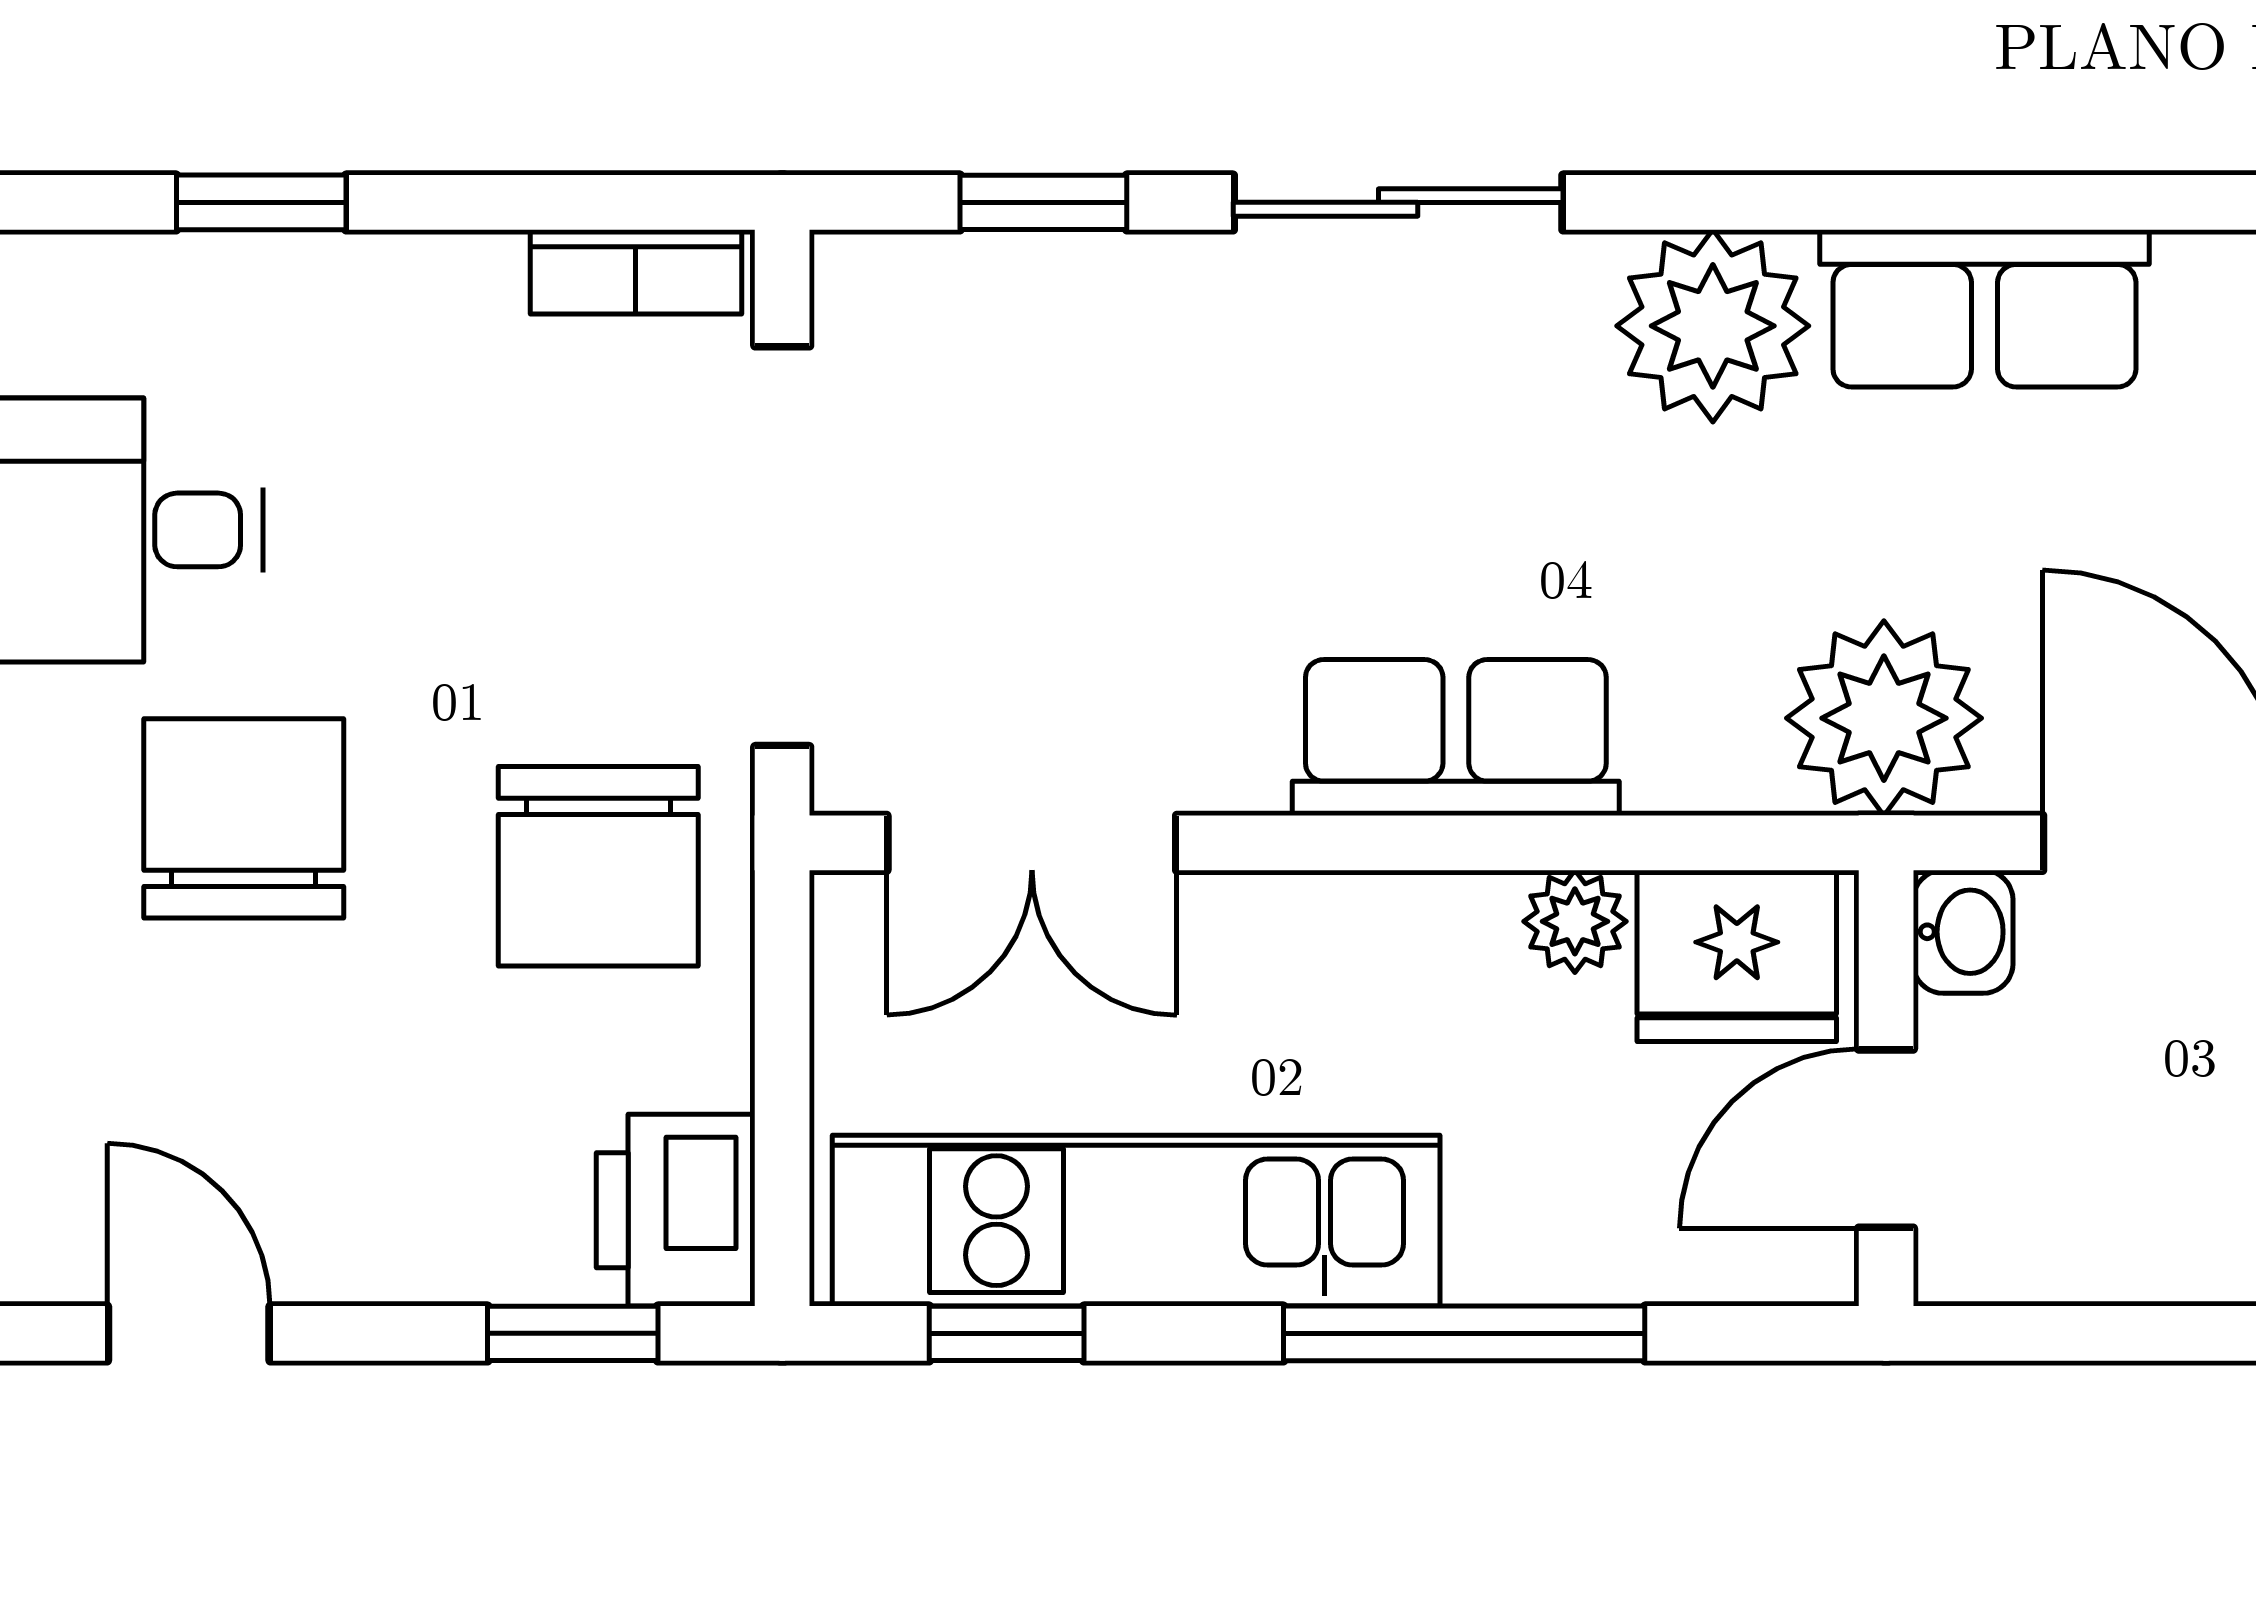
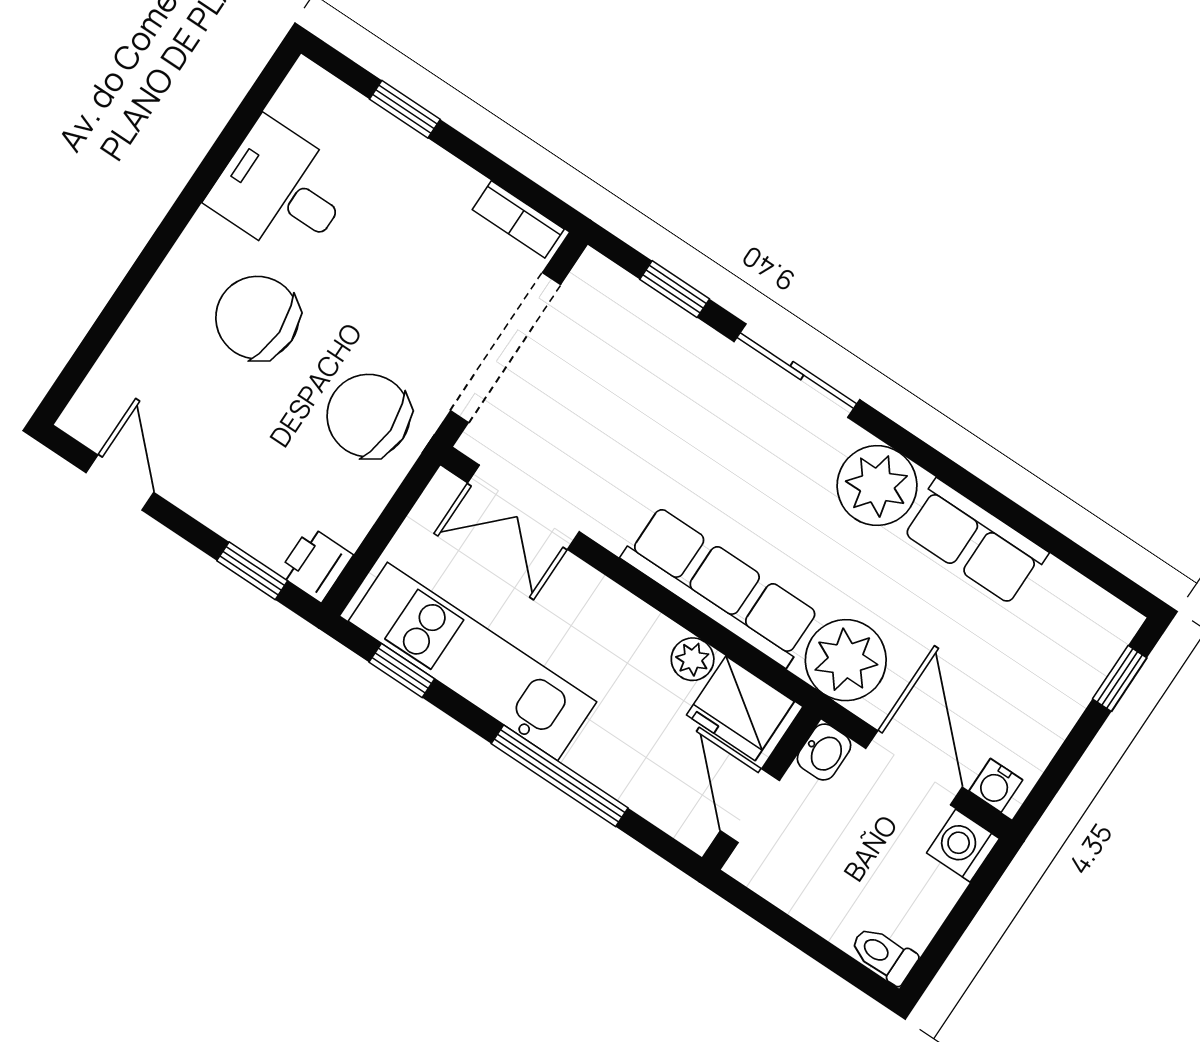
row of seats: (1456, 737) -> (721, 586), width x1.48
chair: (244, 818) -> (257, 318), turned -90
chair: (598, 866) -> (368, 416), turned 90
door: (1886, 1139) -> (750, 806), hinge flipped
printer: (676, 1210) -> (315, 564), width x0.73, depth x0.81

